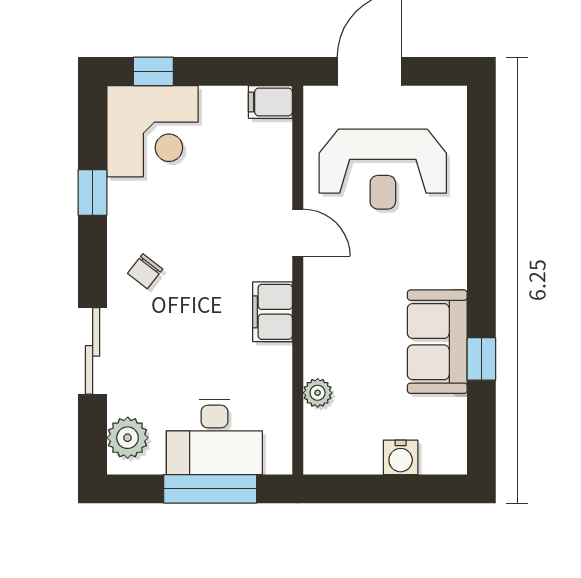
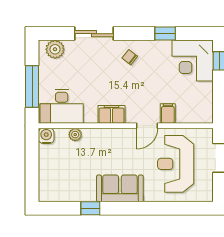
filing cabinet: (270, 102) -> (168, 113), moved
sofa: (437, 342) -> (120, 188), moved
desk: (214, 437) -> (62, 106), moved, turned -90
water cooler: (401, 457) -> (46, 136), moved, turned 90

